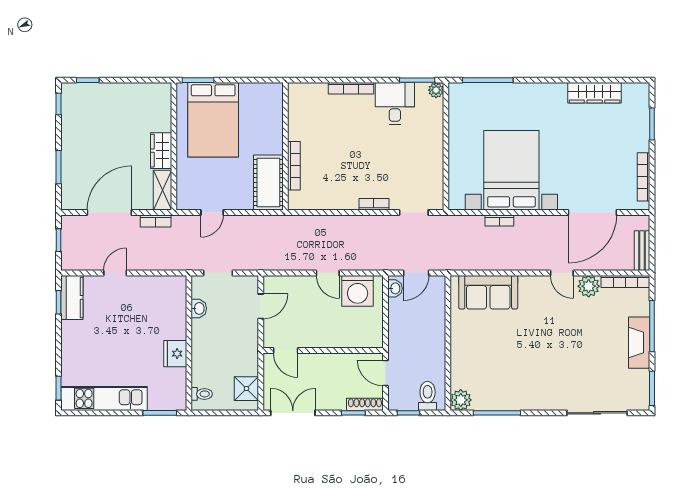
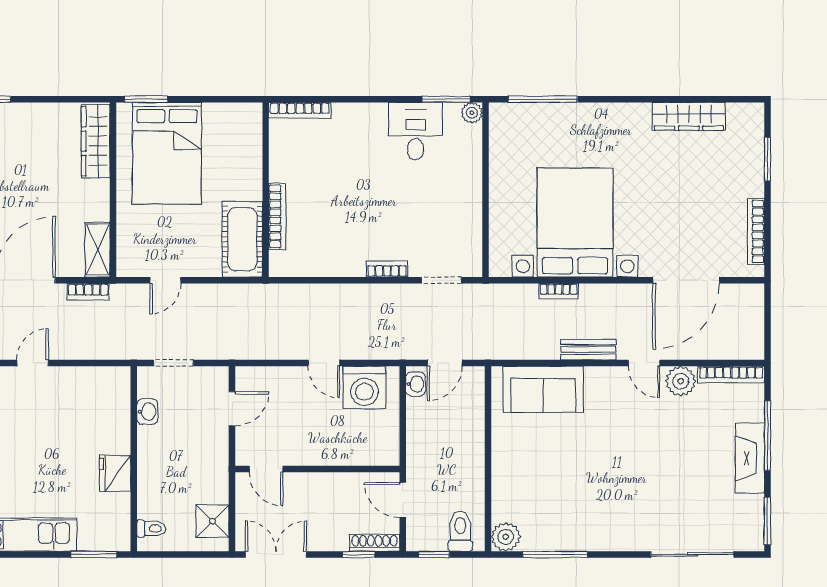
bookcase: (351, 88) -> (300, 110), moved
wardrobe: (161, 151) -> (96, 141), moved, width x1.50
bench: (642, 251) -> (588, 349), moved, turned 90

